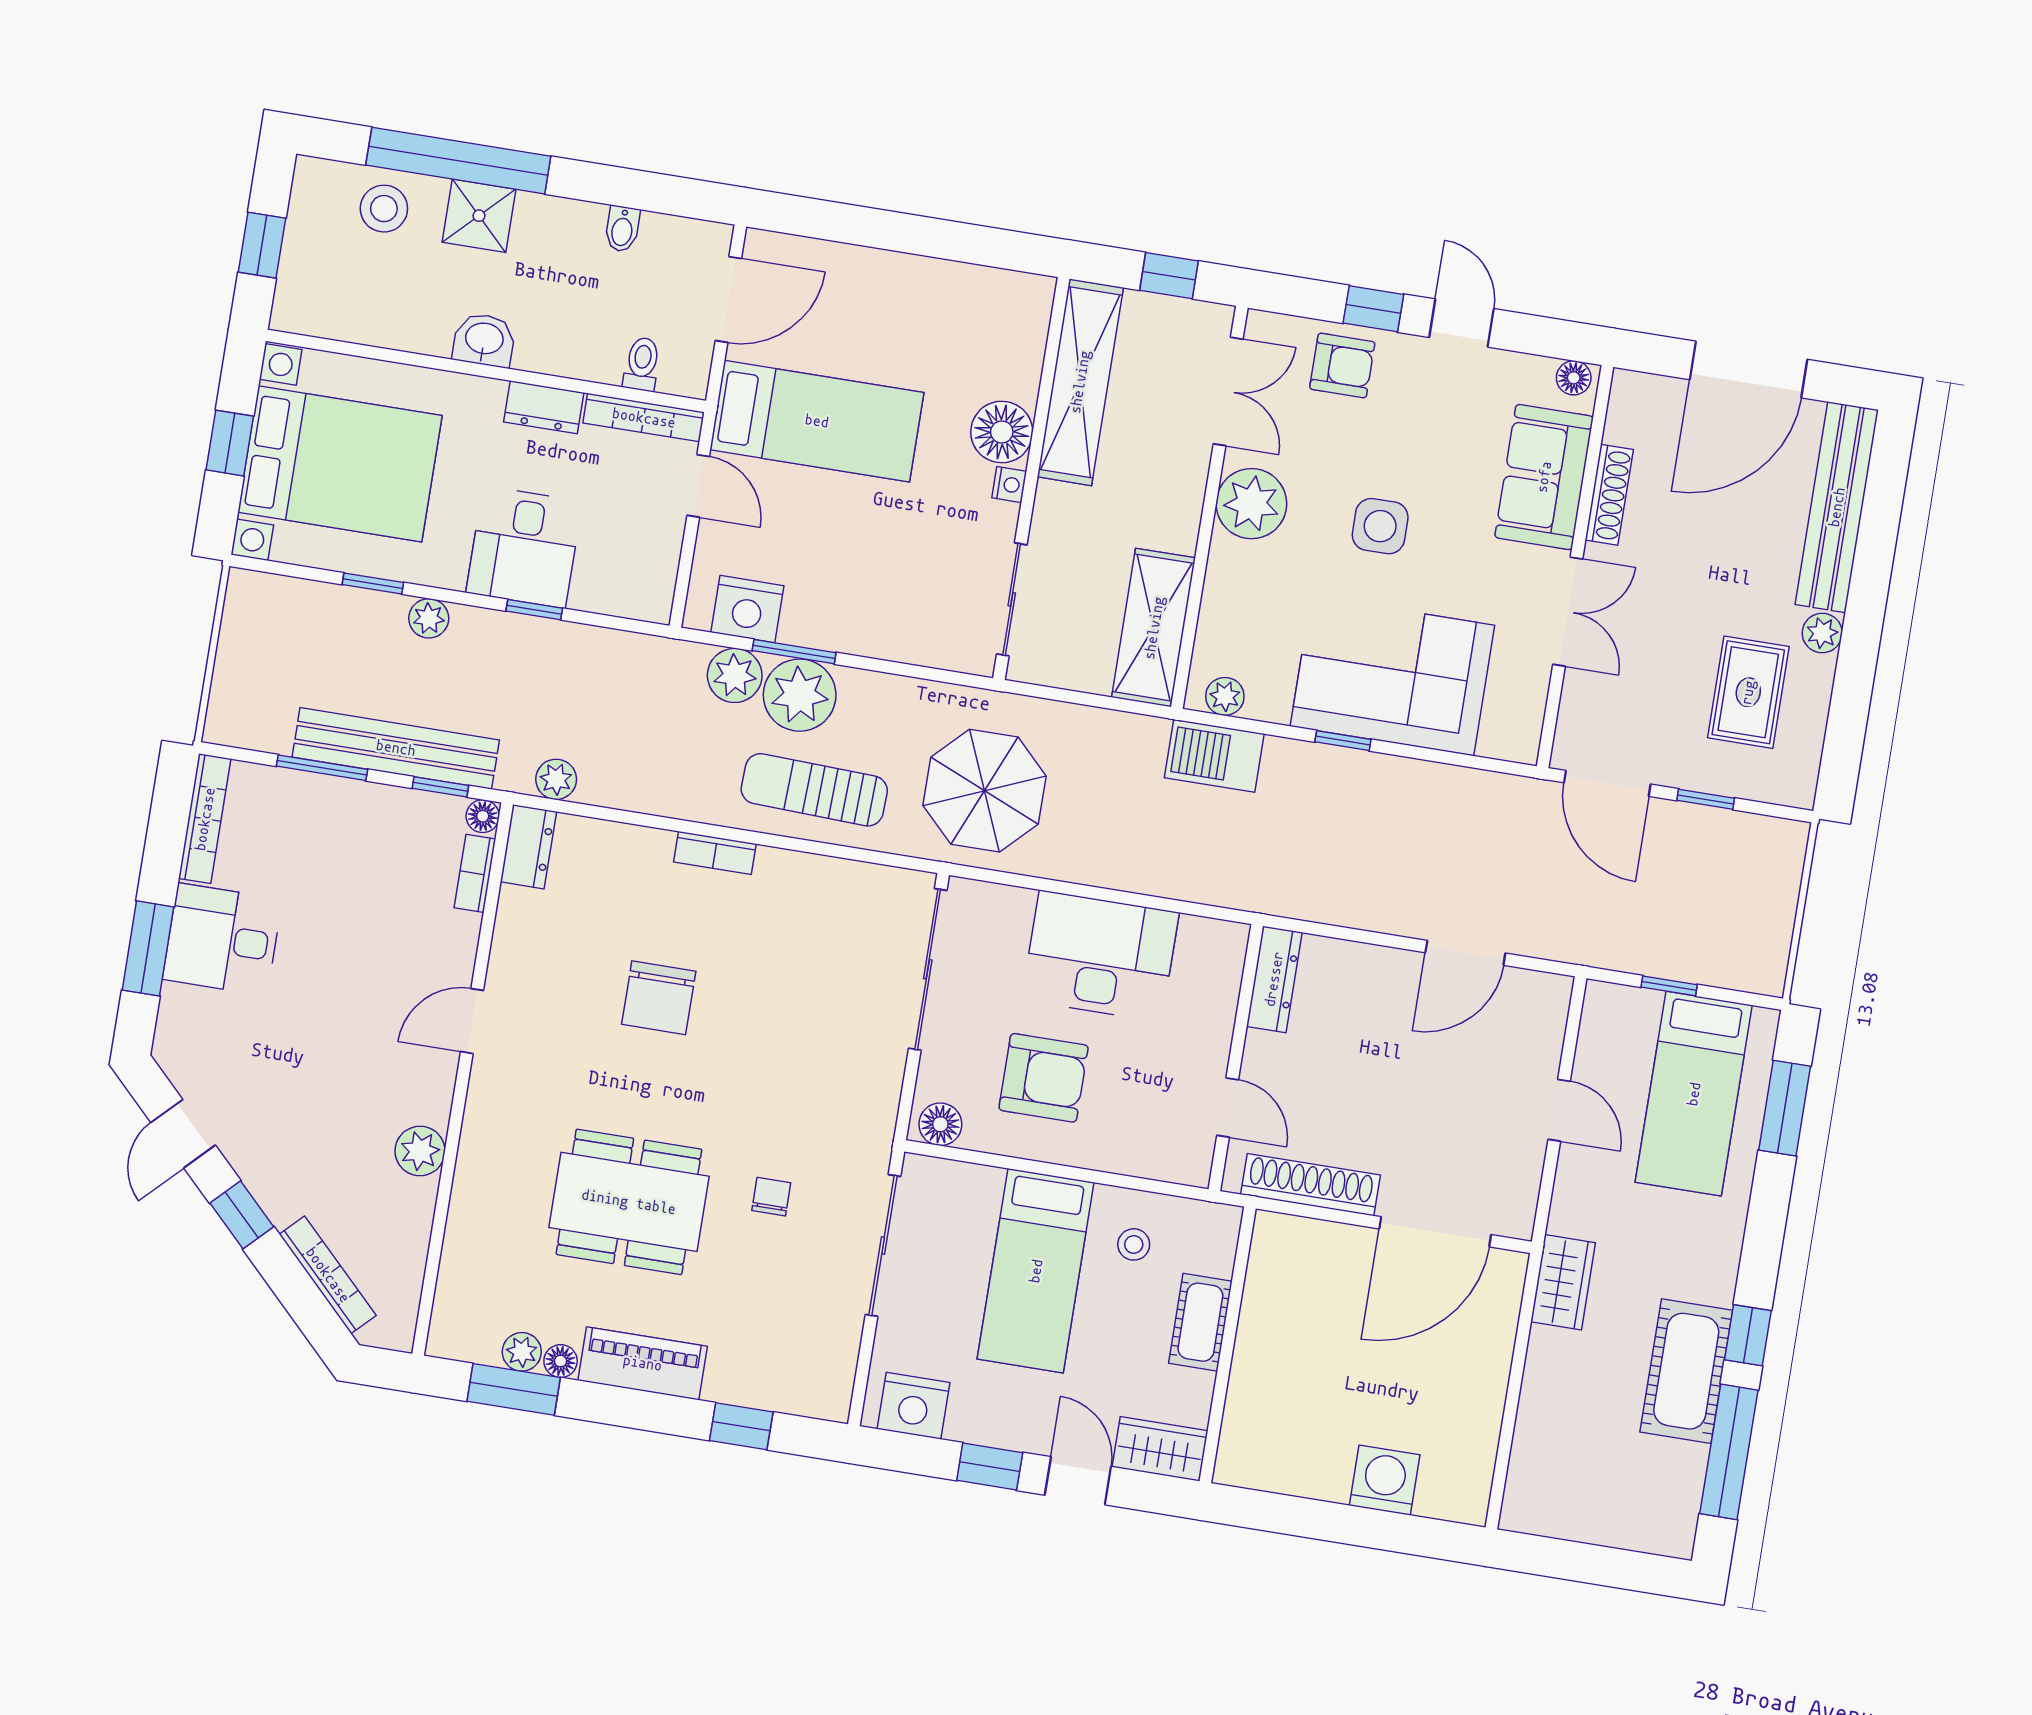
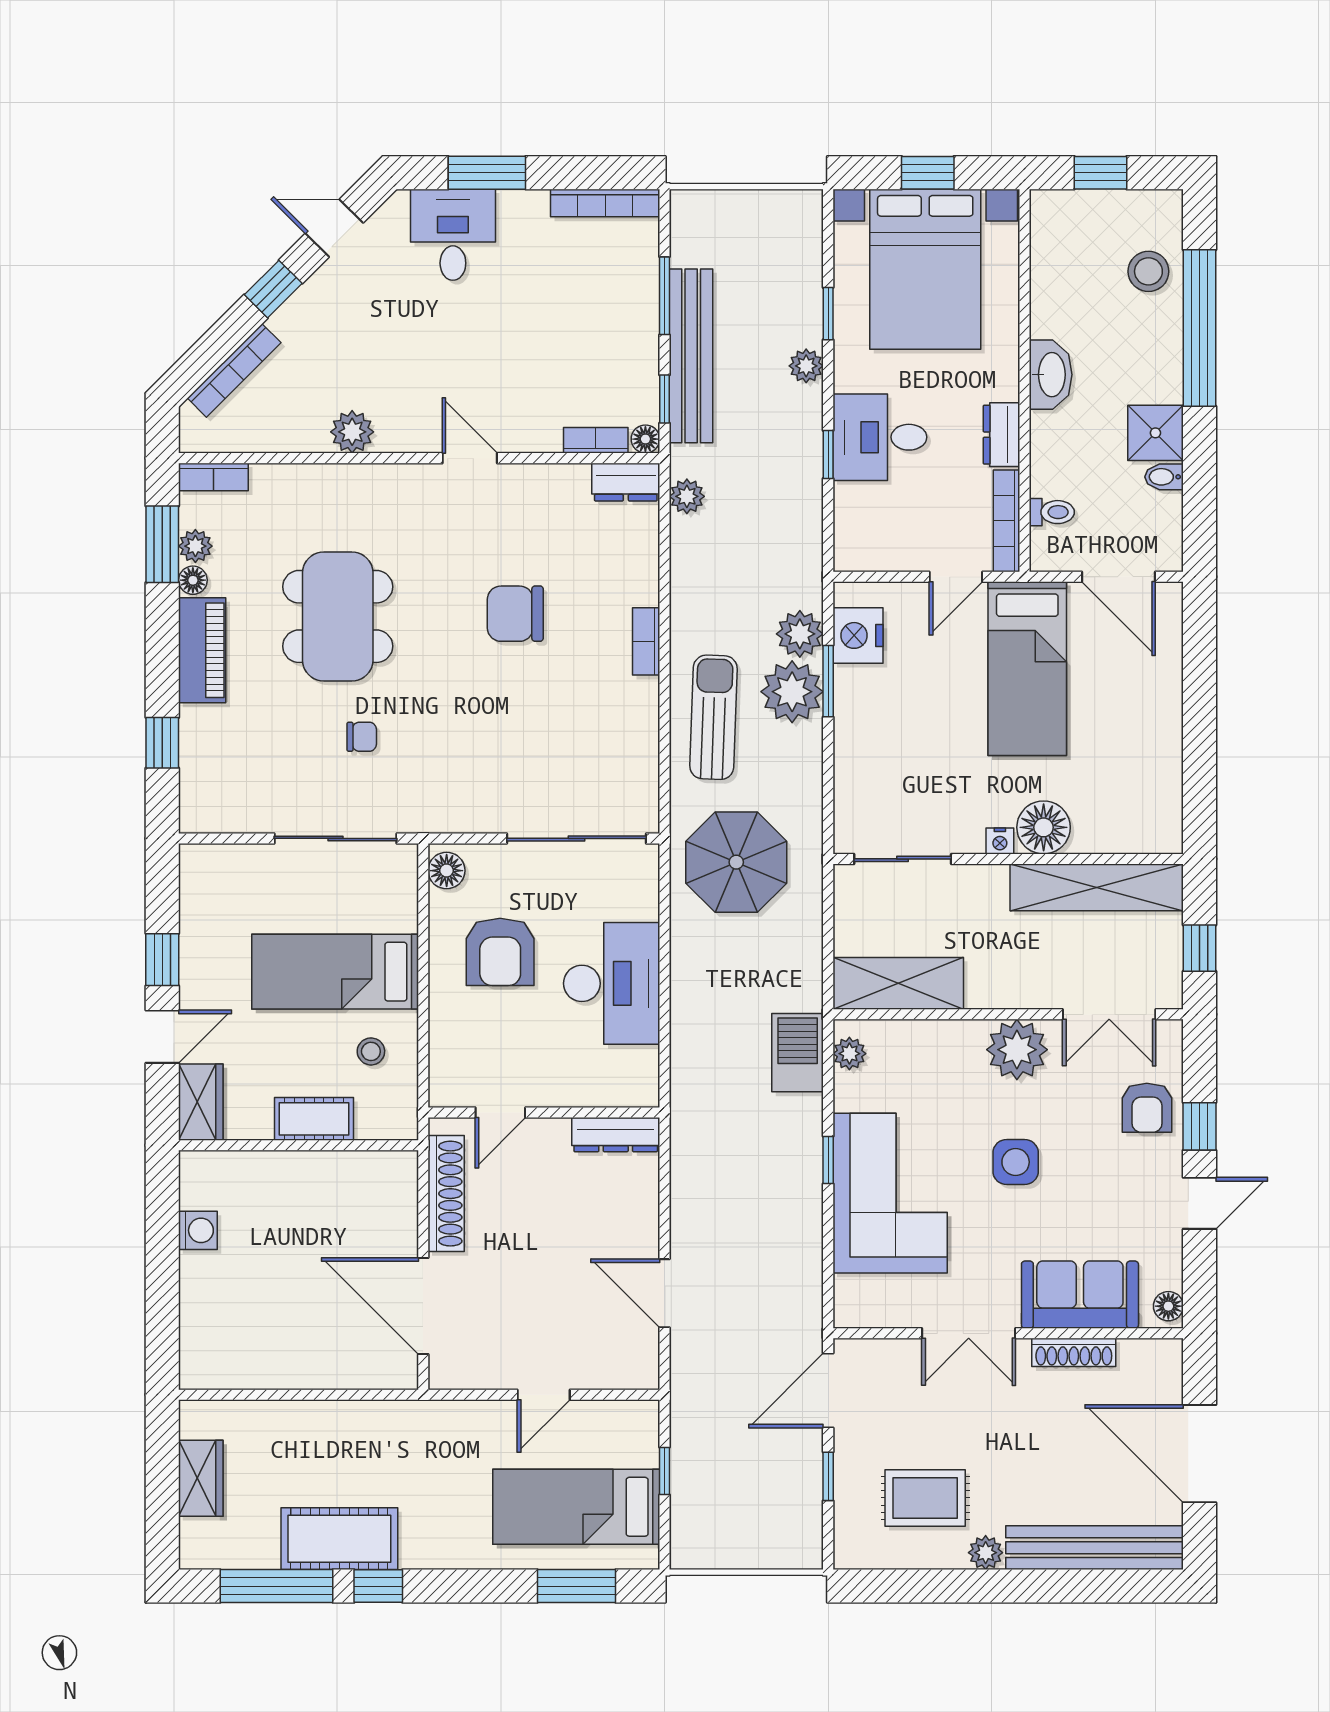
shower: (479, 216) -> (1155, 433), moved
washbasin: (484, 340) -> (1051, 375), width x1.38
desk: (222, 939) -> (453, 235), moved
wardrobe: (1563, 1282) -> (201, 1478), moved, turned -90
bookcase: (446, 1318) -> (213, 477), added
nightstand: (913, 1406) -> (204, 886), removed
washing machine: (1385, 1480) -> (198, 1230), moved, width x0.73, depth x0.73

